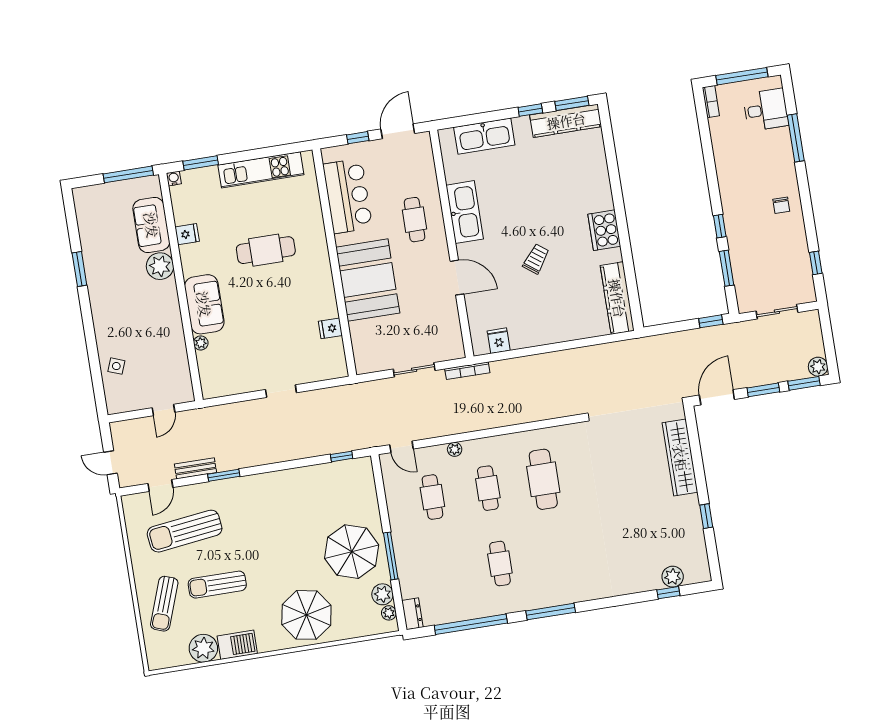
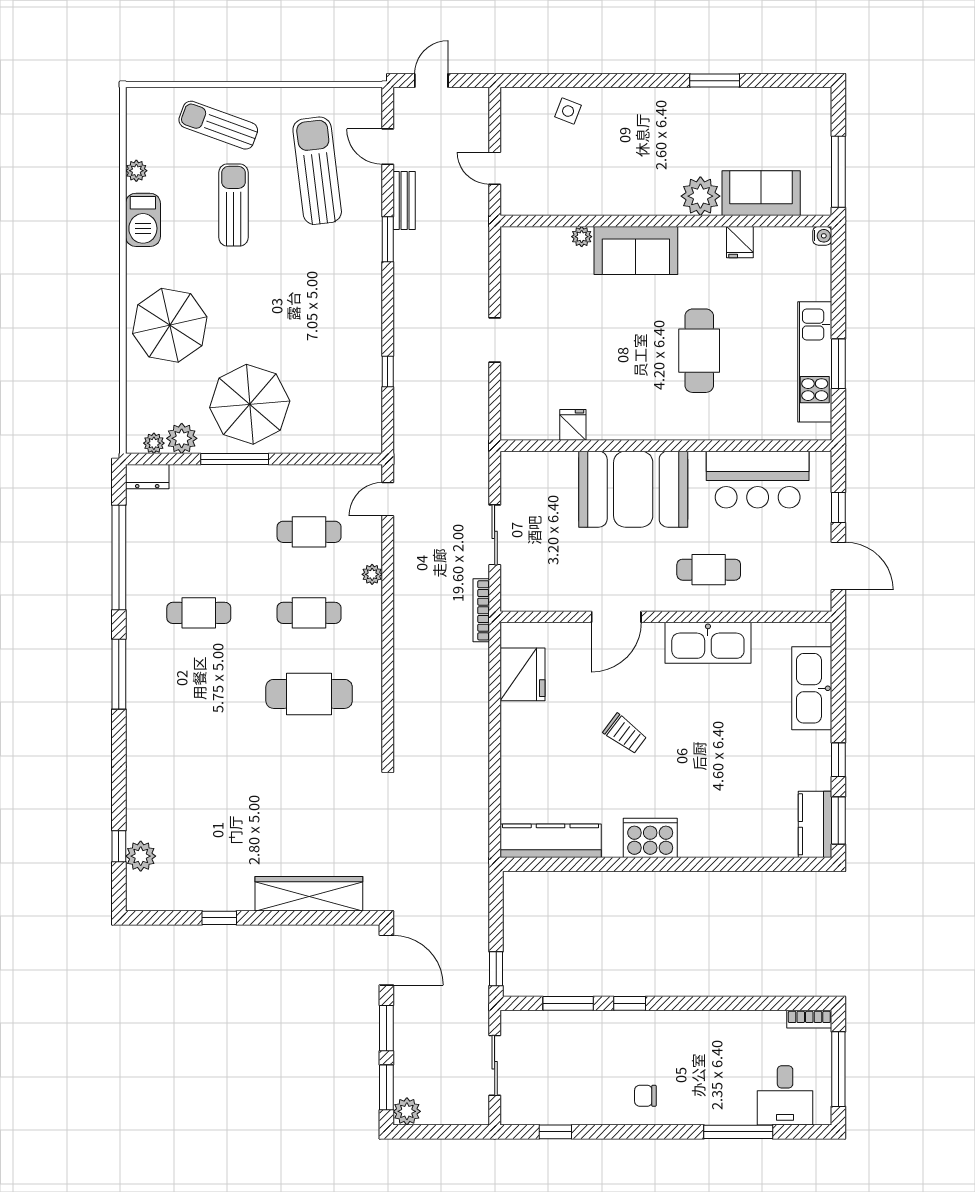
kitchen counter: (566, 121) -> (815, 824), width x0.67
window: (201, 163) -> (838, 364), moved
fridge: (499, 341) -> (523, 674), width x1.88, depth x1.34
window: (342, 456) -> (388, 371), moved
plant: (203, 648) -> (136, 171), width x0.53, depth x0.53

